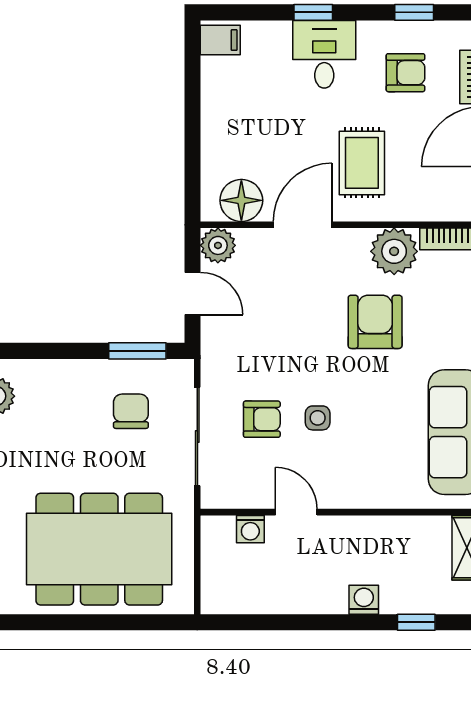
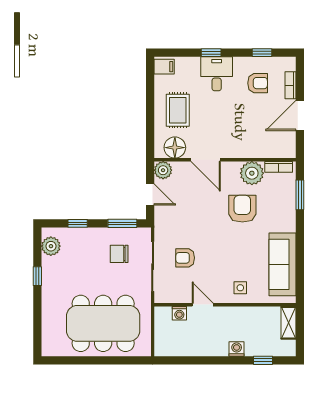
rug: (362, 163) -> (178, 110), moved
door: (303, 225) -> (206, 160), swing flipped
window: (48, 351) -> (78, 223), added
chair: (131, 411) -> (119, 254), turned -90
side table: (318, 418) -> (240, 288), moved
armchair: (262, 419) -> (185, 258), turned 180

